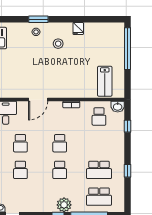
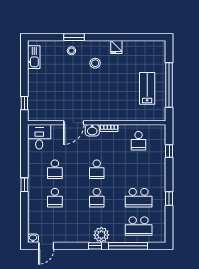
window: (128, 49) -> (169, 85), moved
lab bench: (105, 81) -> (147, 88), moved, turned 180
washbasin: (118, 107) -> (92, 130), moved

